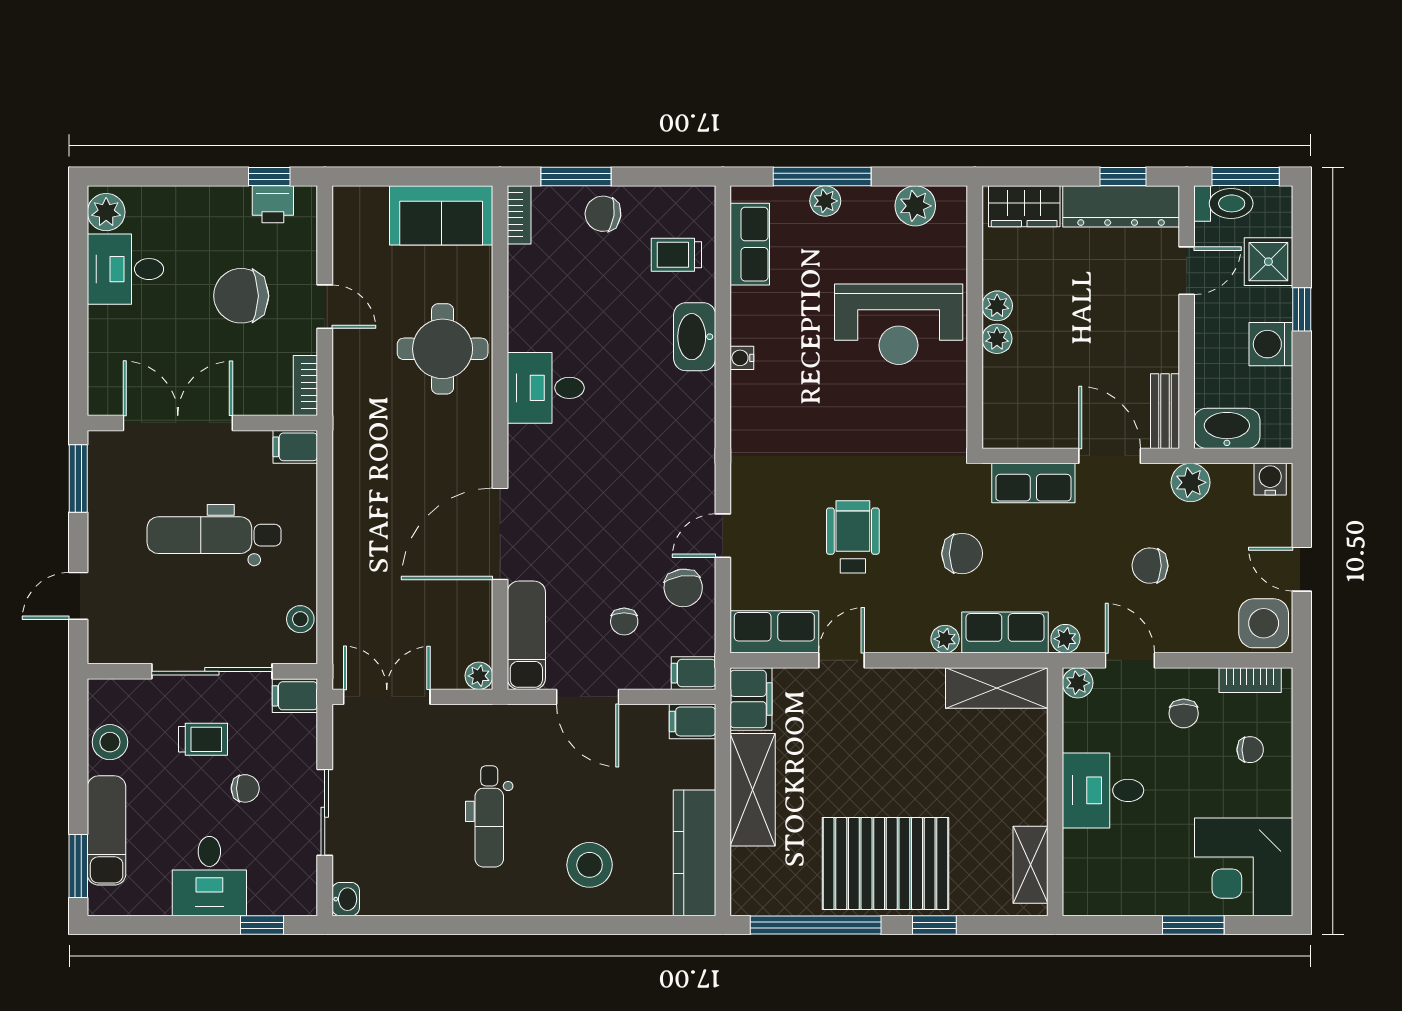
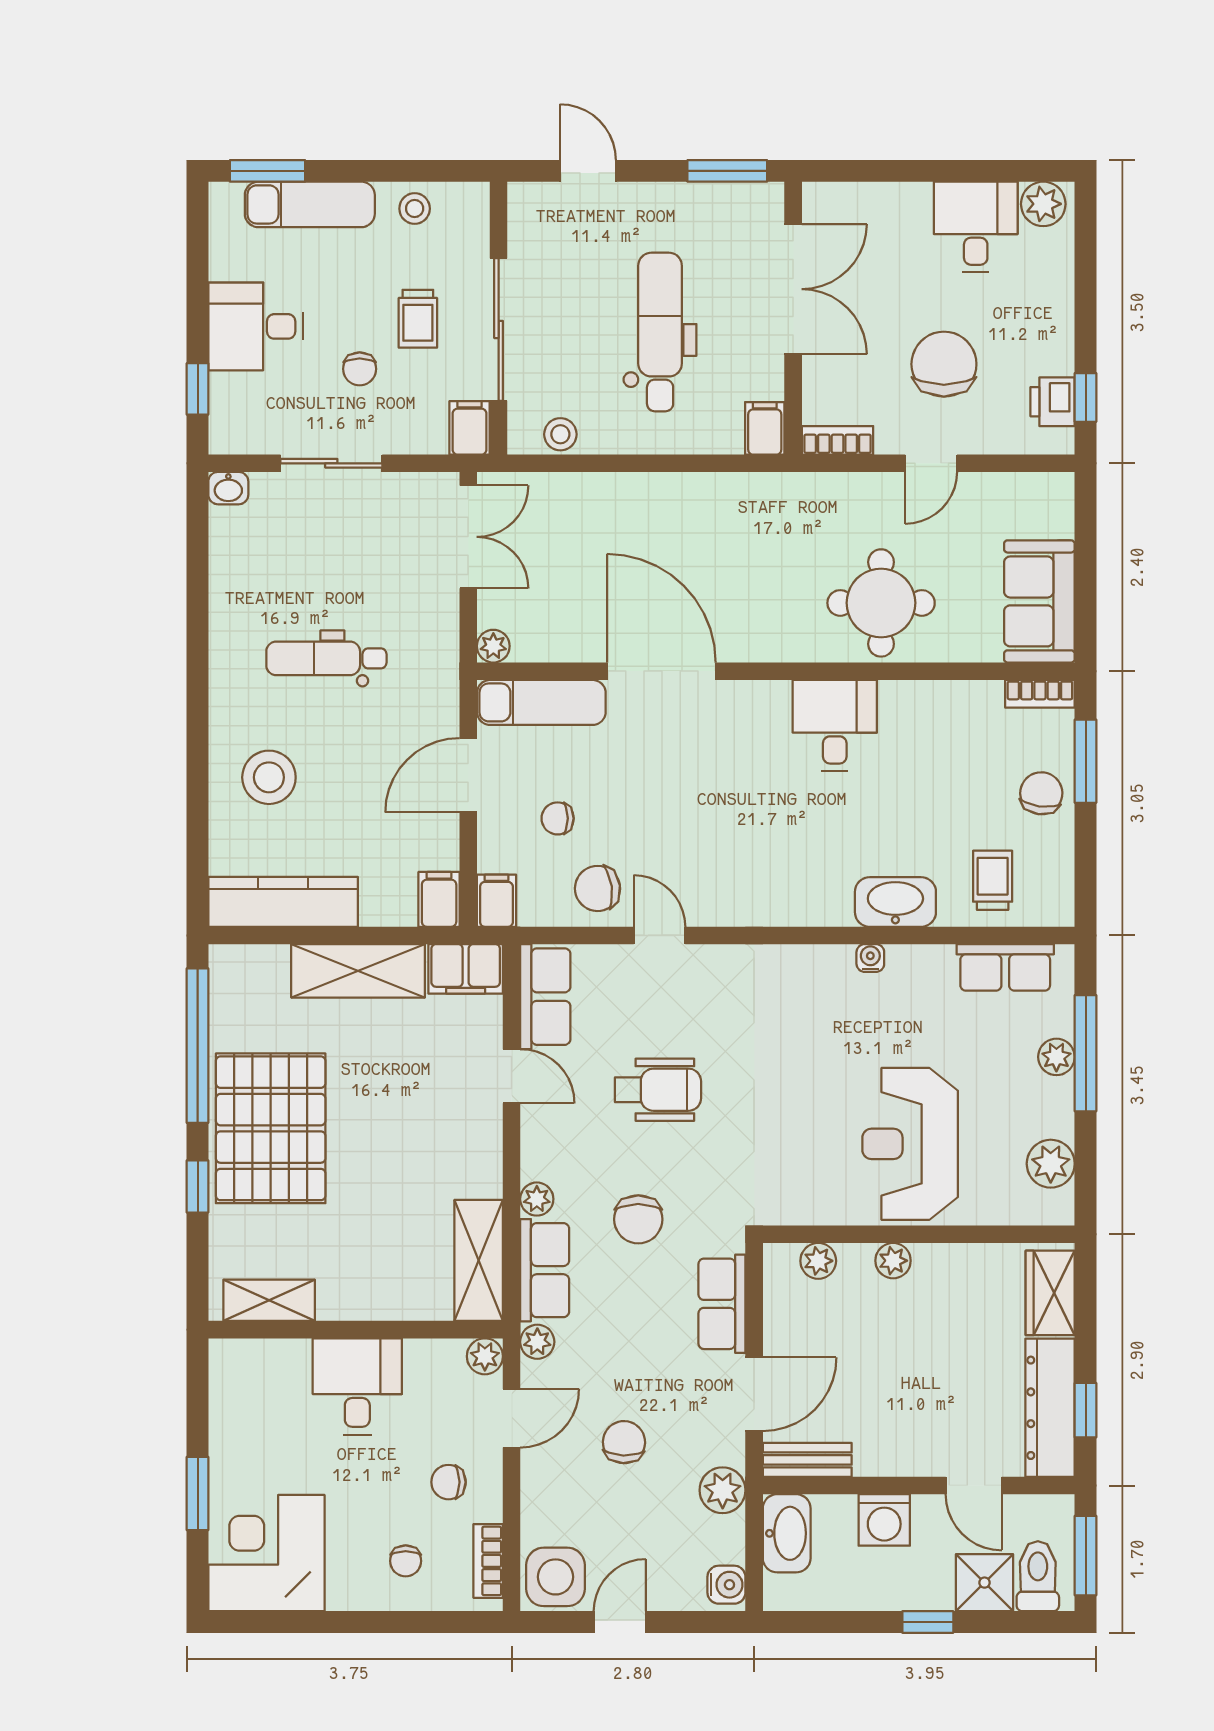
toilet: (1223, 203) -> (1038, 1576), moved, turned 180
plant: (997, 306) -> (818, 1261), moved
washing machine: (1271, 344) -> (884, 1520), moved, turned 180
stool: (110, 742) -> (415, 209), width x0.73, depth x0.73

